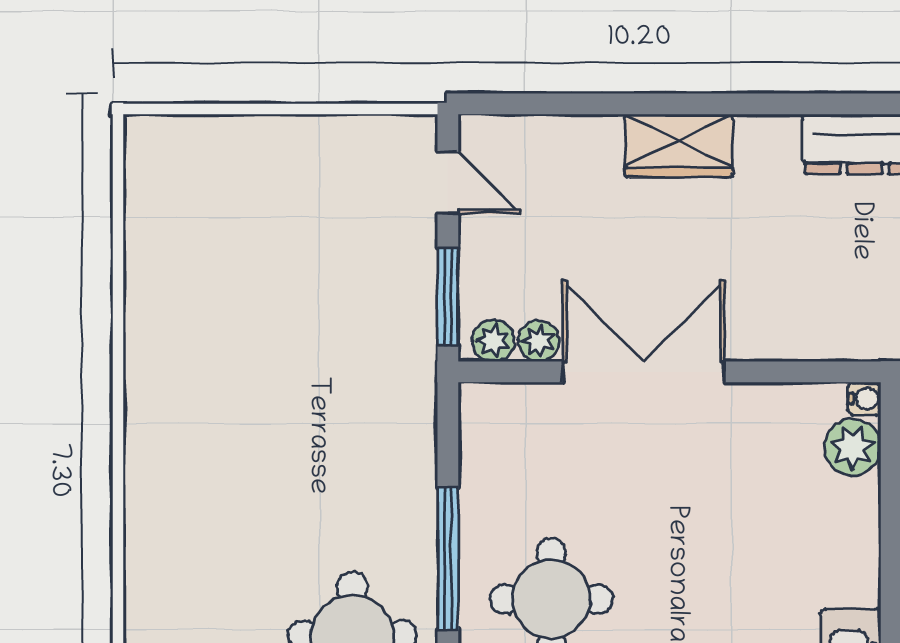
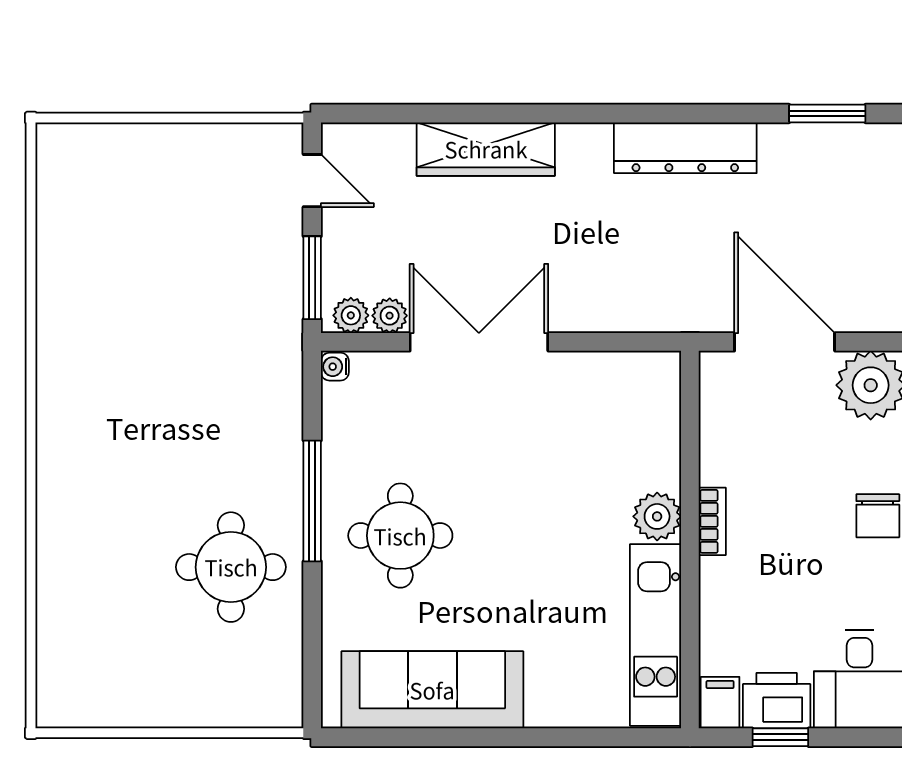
wardrobe: (679, 146) -> (486, 149), width x1.50
water cooler: (864, 399) -> (335, 367), moved, turned 180
plant: (853, 447) -> (657, 516), moved

